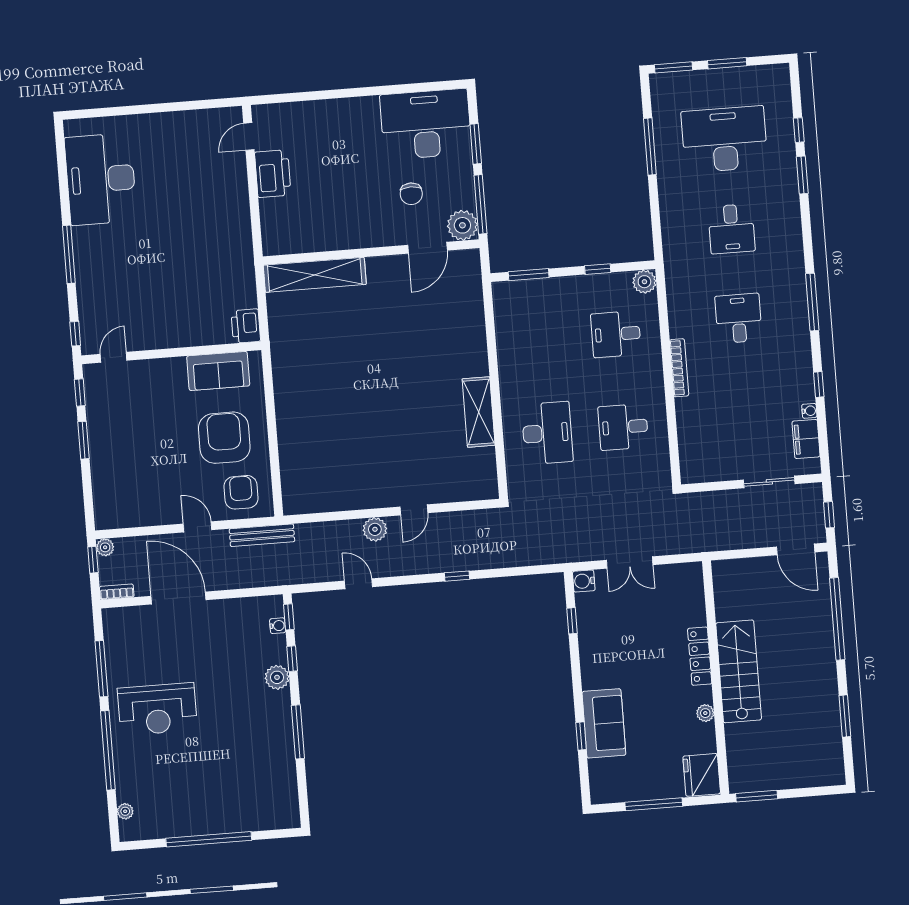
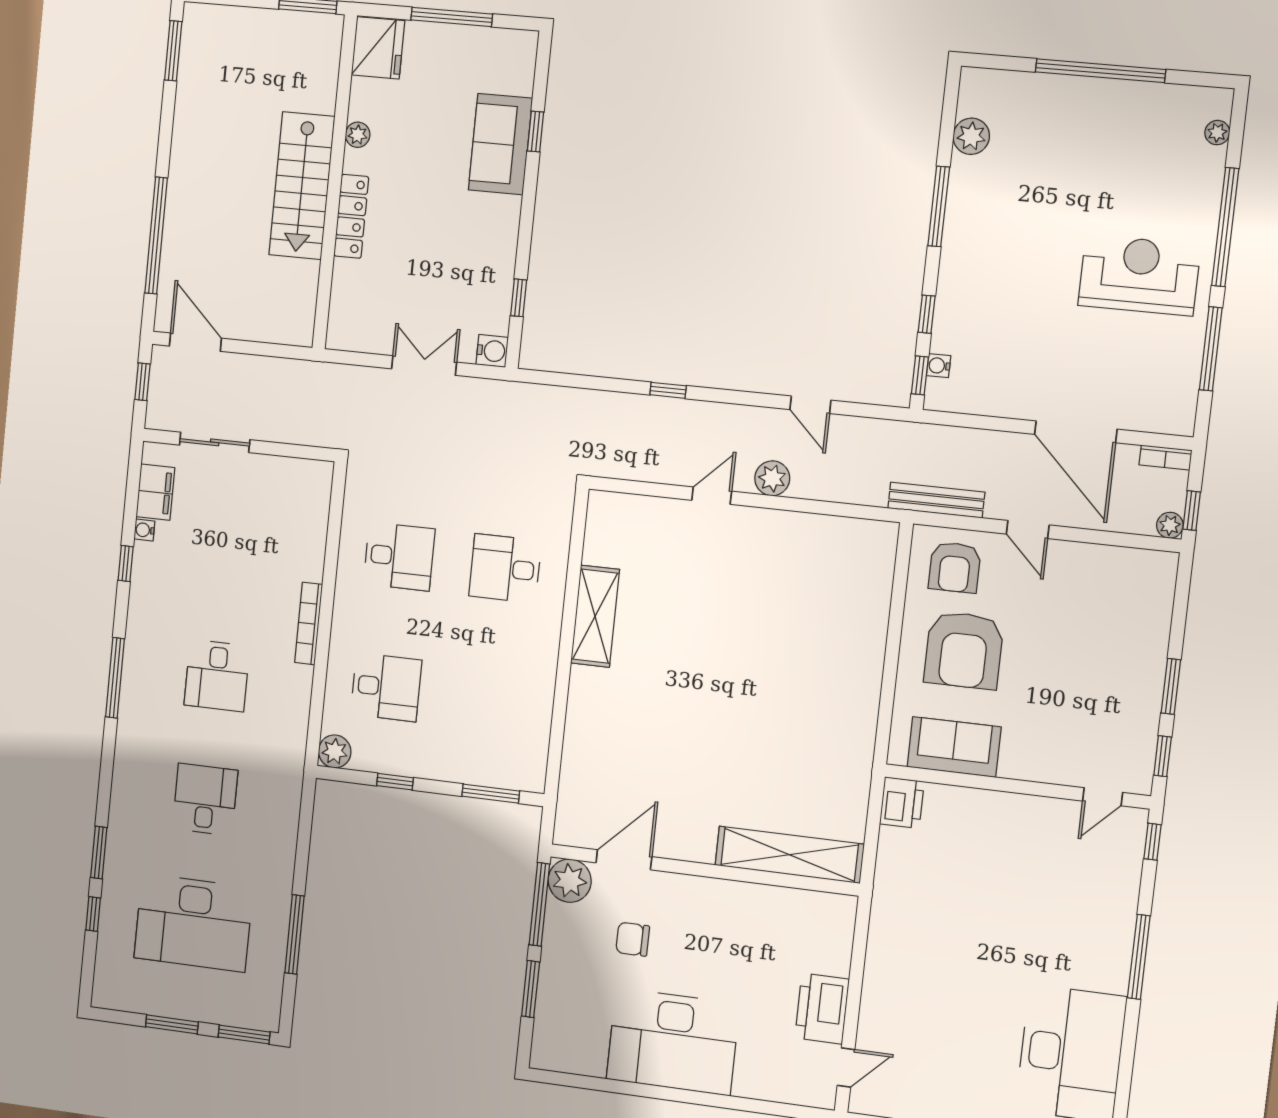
desk: (426, 124) -> (673, 1042), moved
chair: (411, 194) -> (633, 939), turned -90
desk: (547, 433) -> (505, 568), width x0.73
plant: (277, 677) -> (971, 136), moved
window: (845, 716) -> (173, 51), moved

